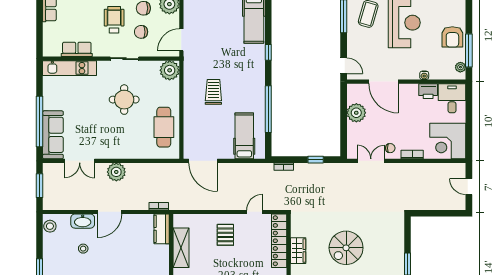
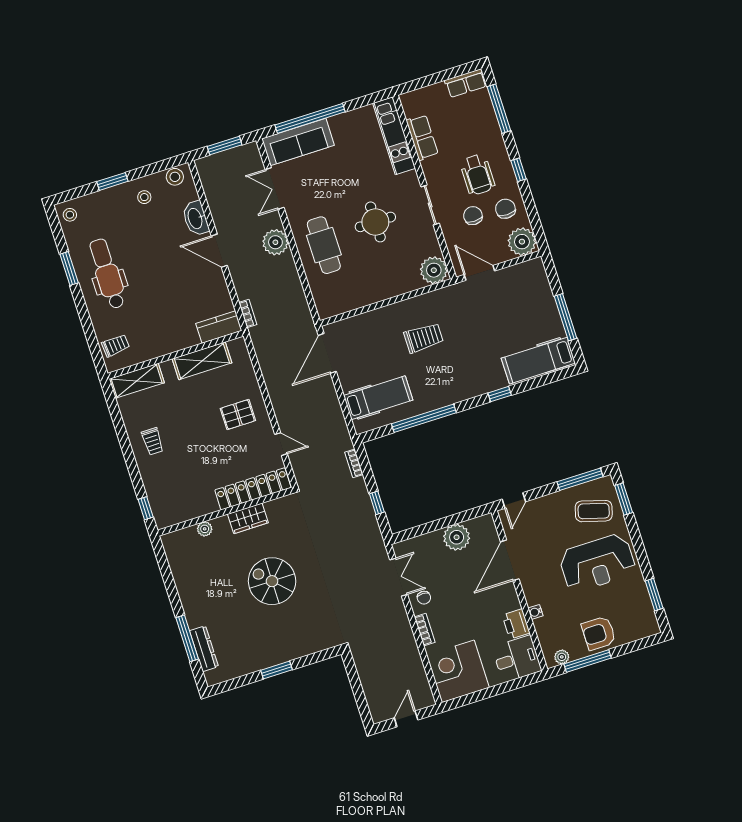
wheelchair: (114, 20) -> (478, 175), turned 90
cafe table: (164, 127) -> (324, 245), moved, turned 90
stool: (83, 249) -> (144, 197), moved

